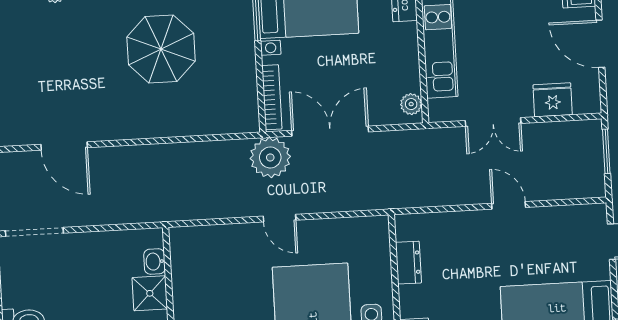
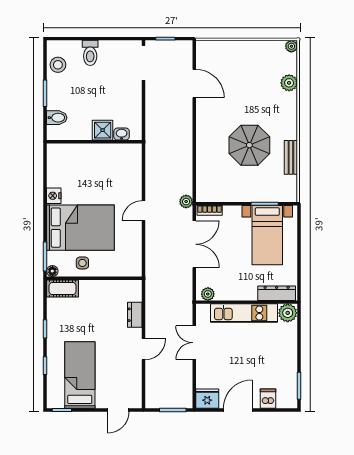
bookcase: (272, 97) -> (210, 210), width x0.64
fridge: (553, 100) -> (207, 399), moved, turned -90
door: (64, 146) -> (194, 84), swing flipped
plant: (270, 157) -> (186, 202), width x0.53, depth x0.53
dresser: (408, 263) -> (135, 315), moved, turned 90

